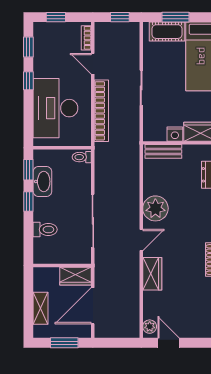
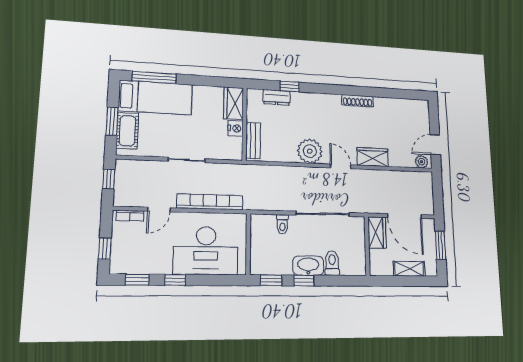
toilet: (82, 157) -> (282, 224), moved
washbasin: (42, 181) -> (308, 266), moved

